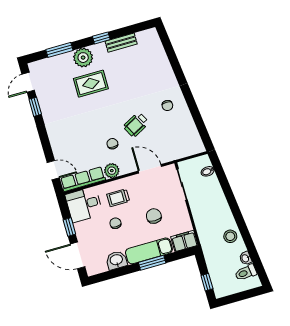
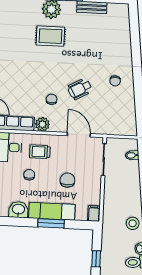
filing cabinet: (184, 241) -> (94, 213), width x0.50

